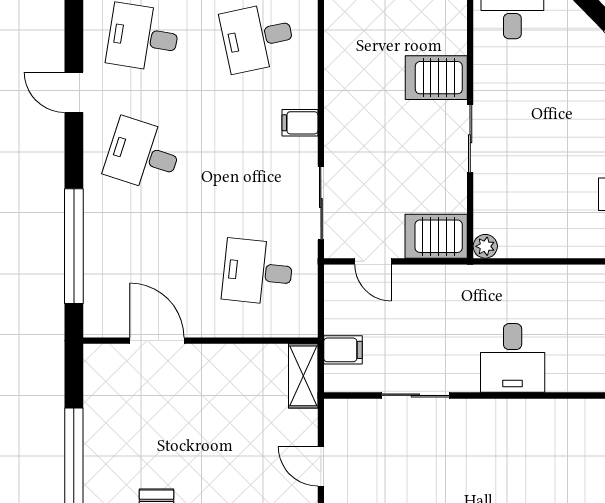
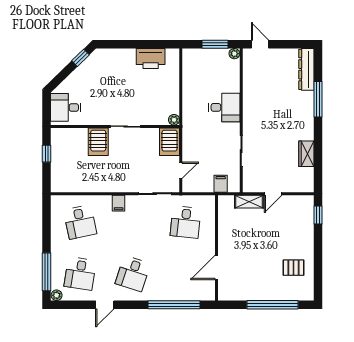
shelving: (303, 376) -> (249, 202), moved

